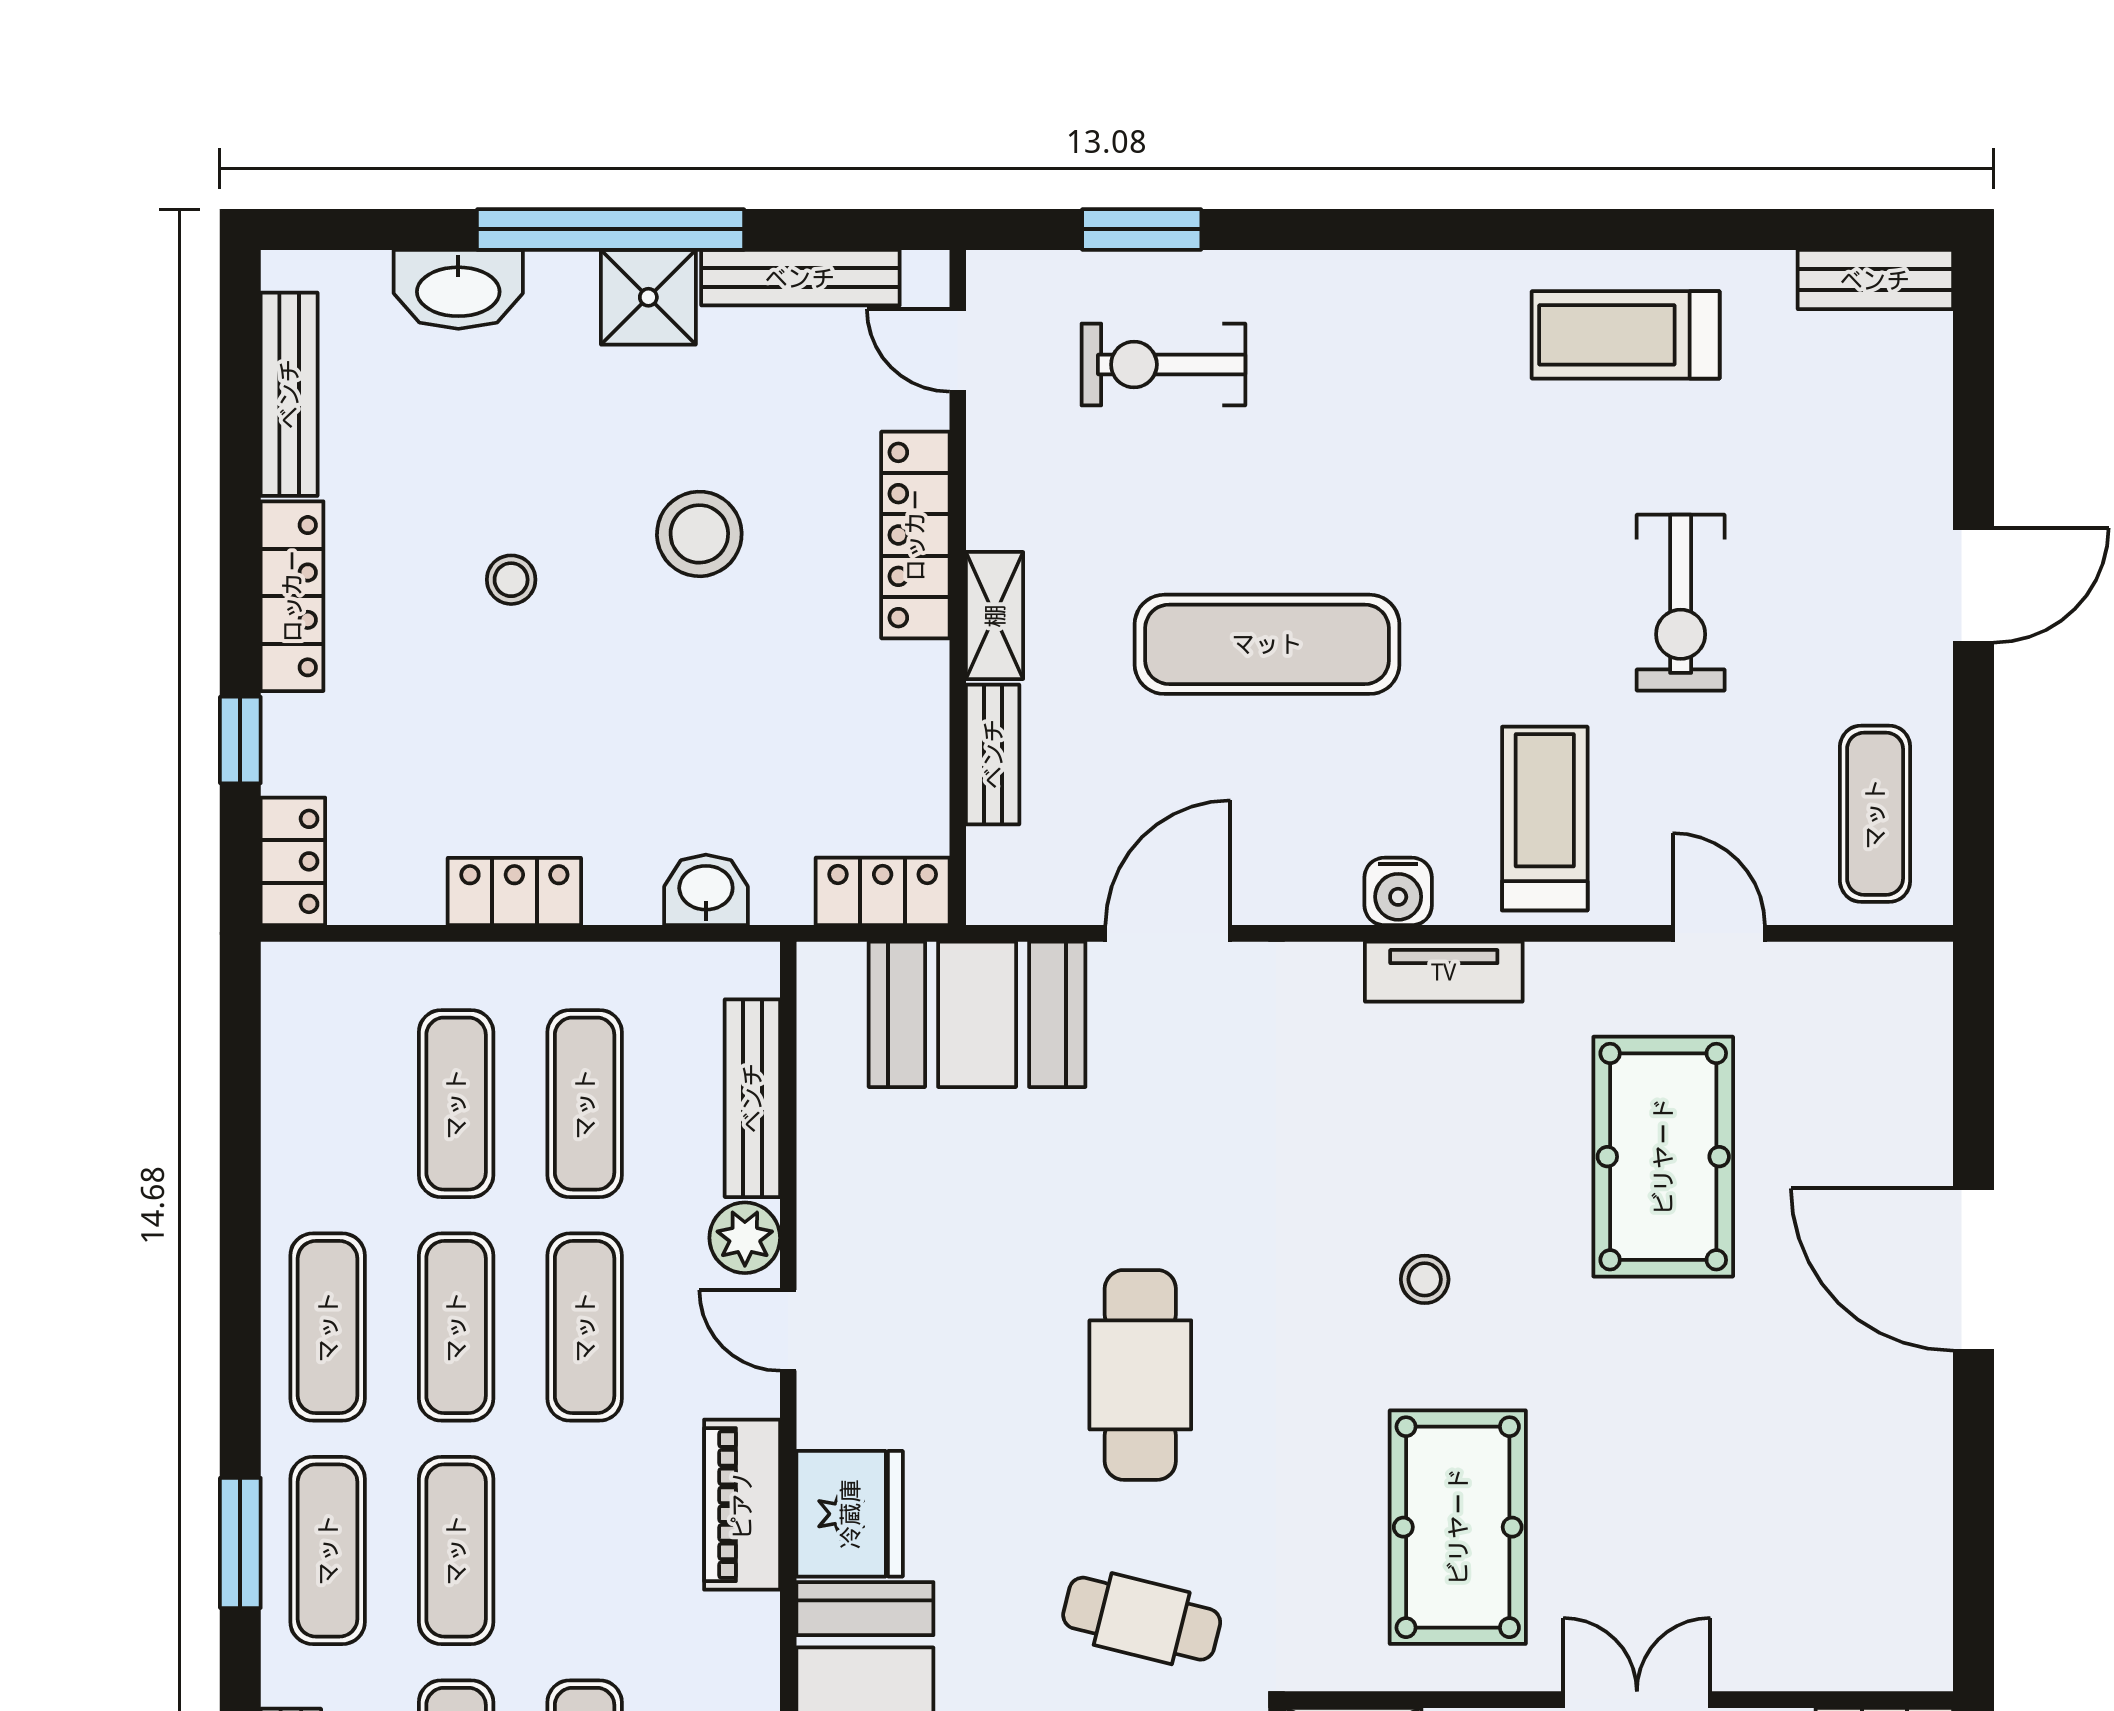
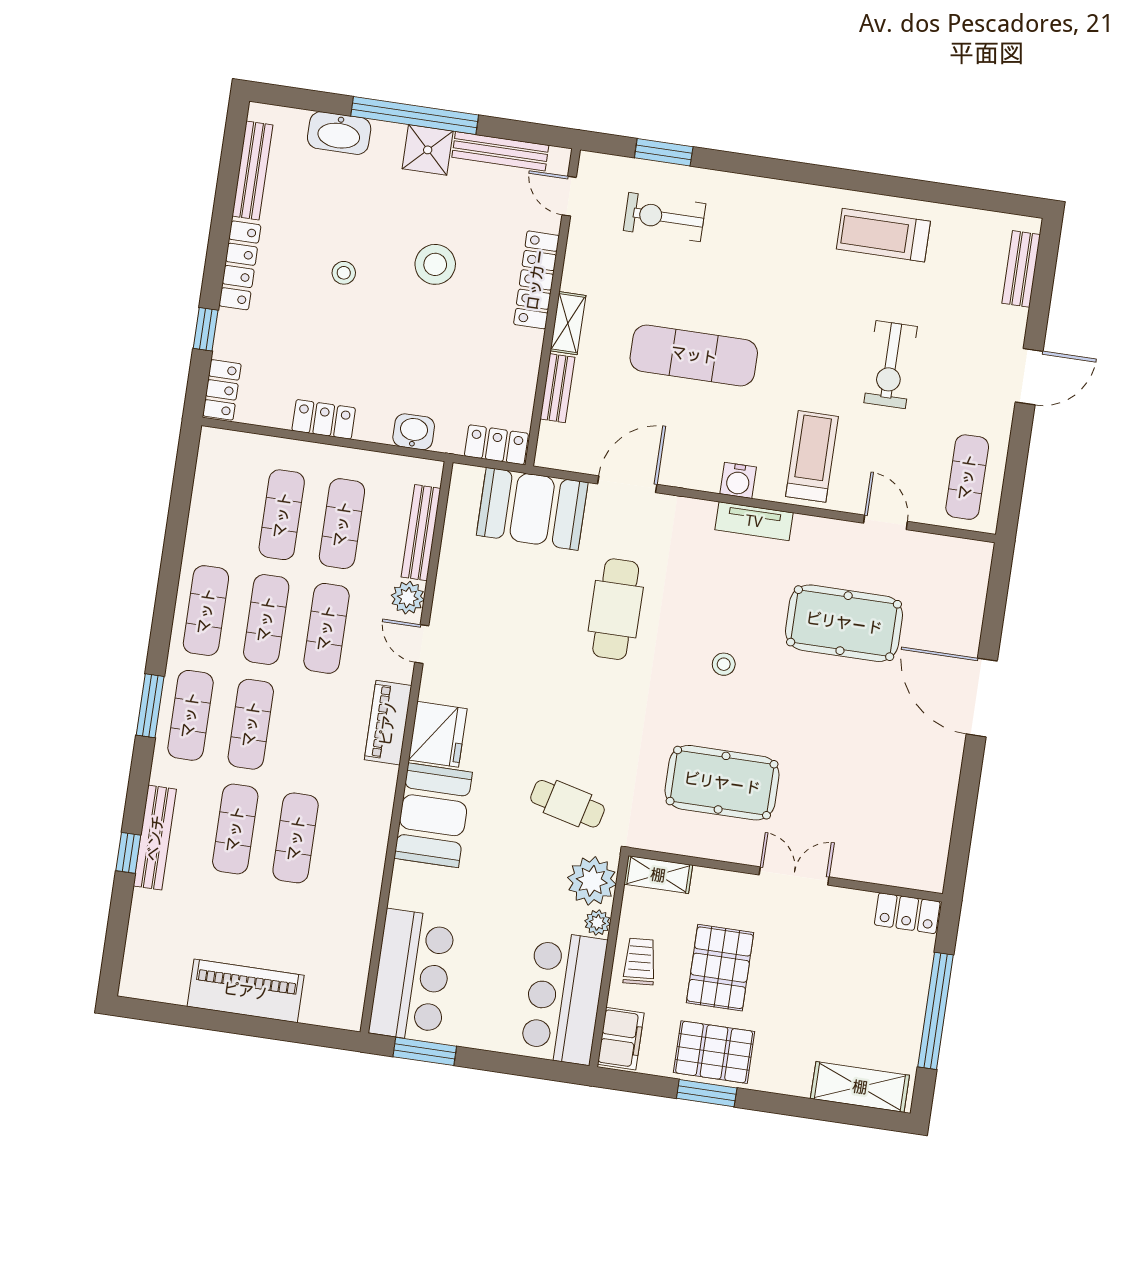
bench: (1875, 280) -> (1021, 269), moved, turned 90
pool table: (1663, 1157) -> (844, 623), turned 90
cafe table: (1140, 1375) -> (616, 609), moved
pool table: (1458, 1527) -> (722, 783), turned 90

